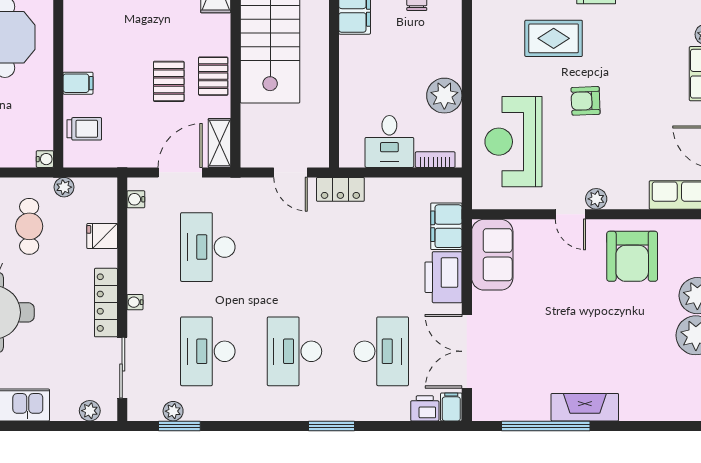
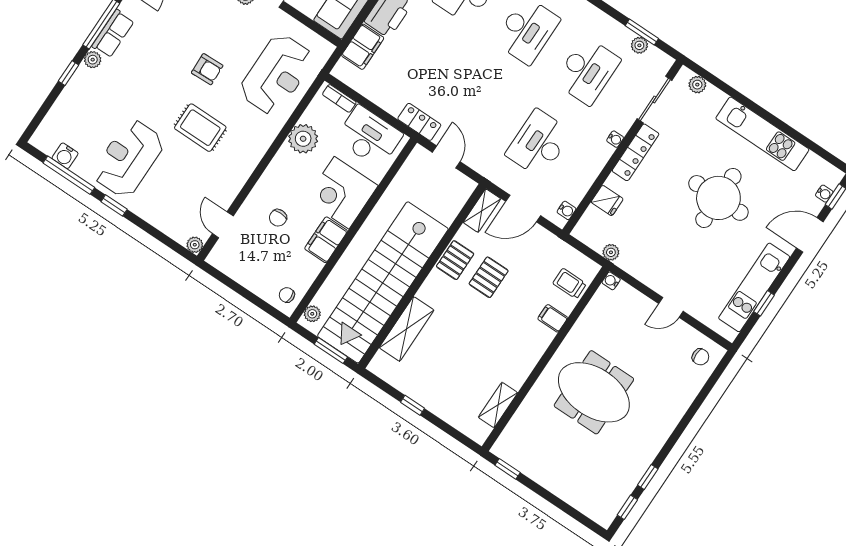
corner desk: (370, 68) -> (342, 193), added
desk: (389, 141) -> (369, 137), width x1.37
cafe table: (29, 226) -> (653, 241), removed
desk: (208, 247) -> (539, 144), turned 180

